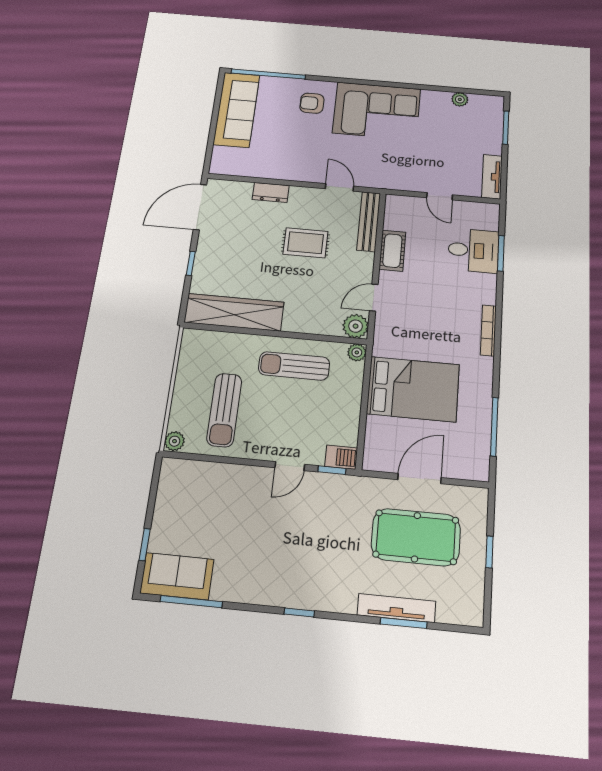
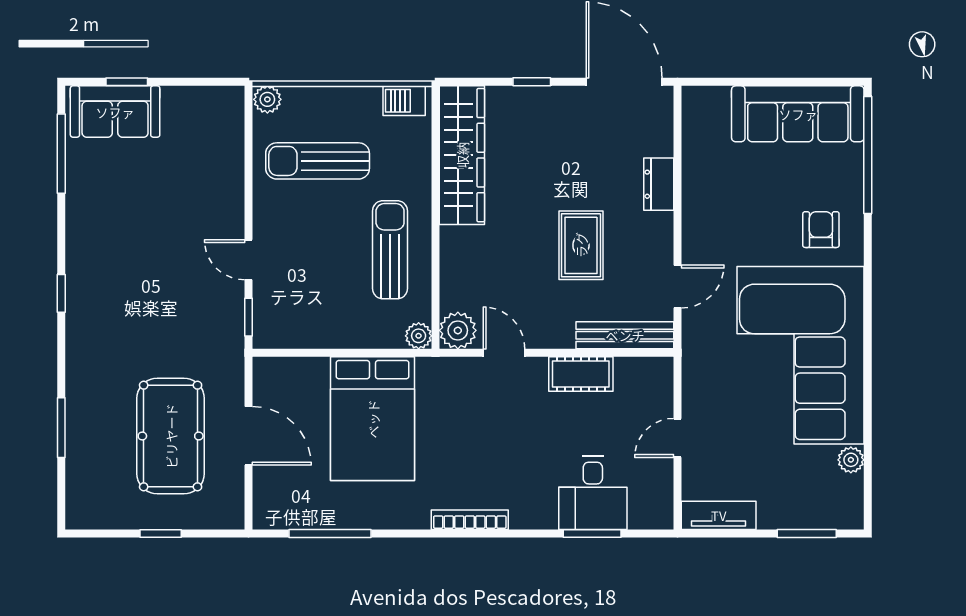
corner sofa: (377, 111) -> (800, 355), width x1.36, depth x1.36
barbecue: (341, 457) -> (404, 101), moved, turned 90
sofa: (177, 576) -> (115, 112), moved, turned 90
tv unit: (396, 608) -> (79, 417), removed

